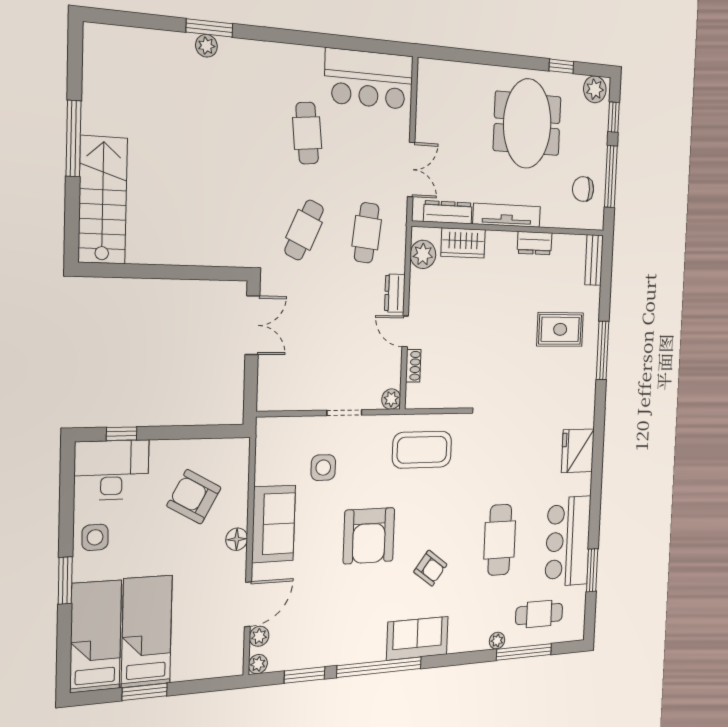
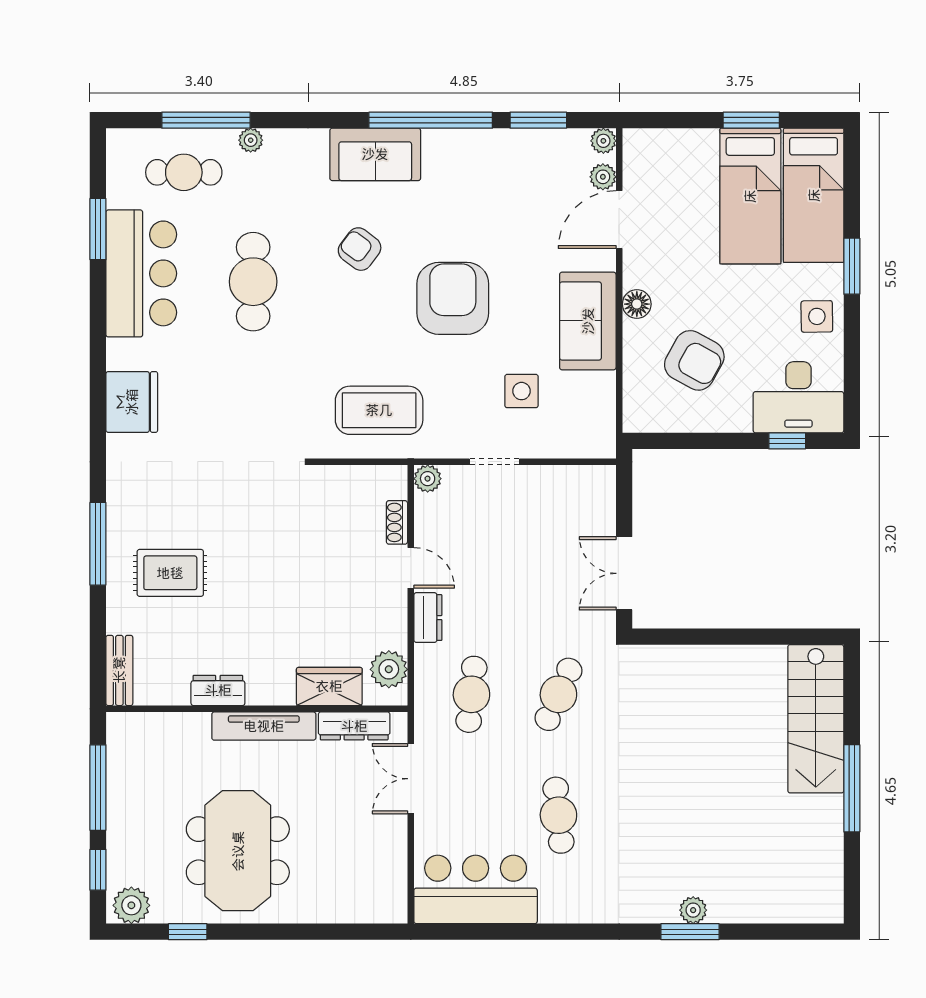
chair: (583, 189) -> (143, 768), removed

